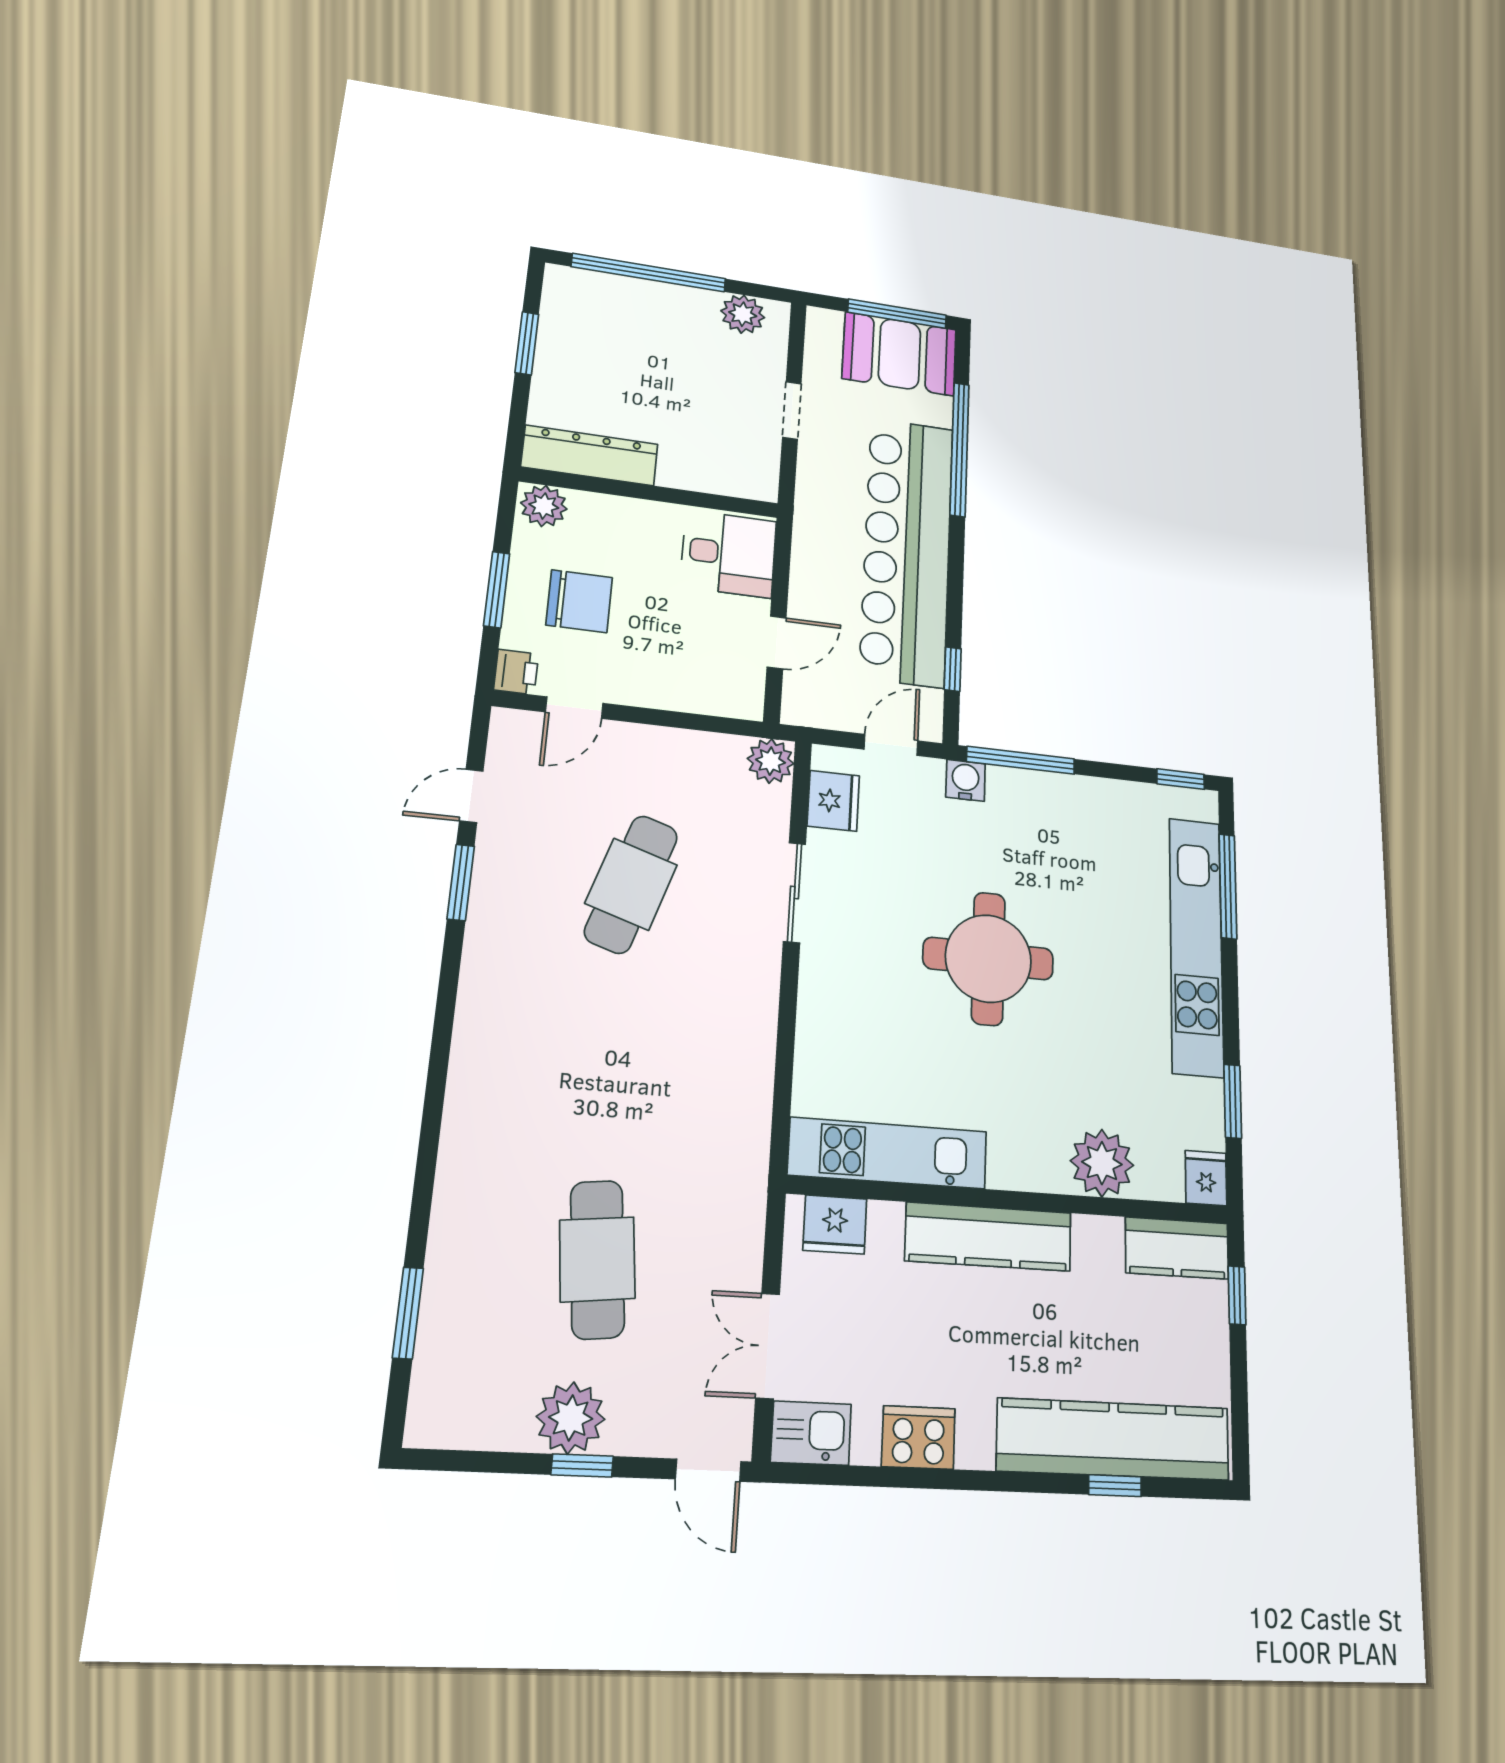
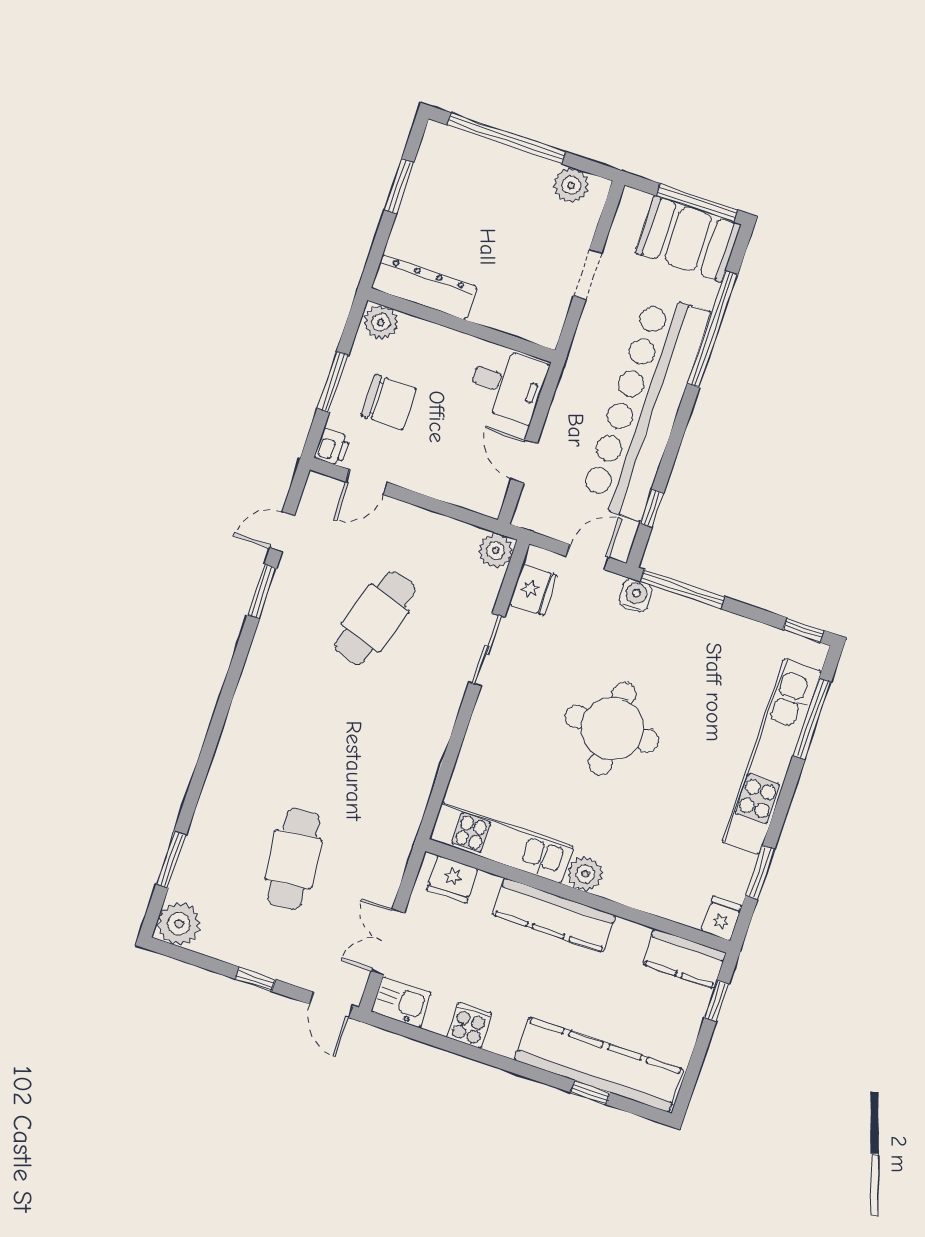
door: (777, 642) -> (524, 461), swing flipped
plant: (1102, 1163) -> (585, 874), moved, width x0.73, depth x0.73
plant: (571, 1418) -> (179, 924), moved
cooker: (918, 1437) -> (469, 1025), width x0.73

